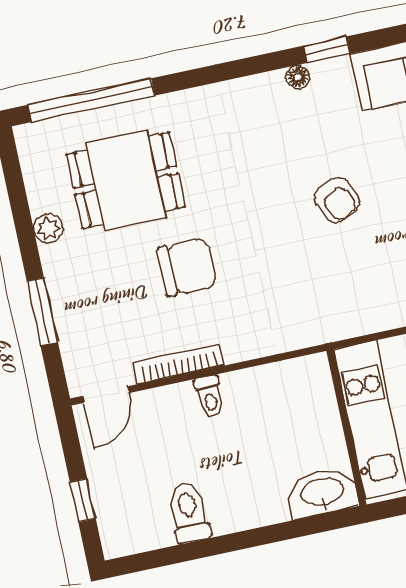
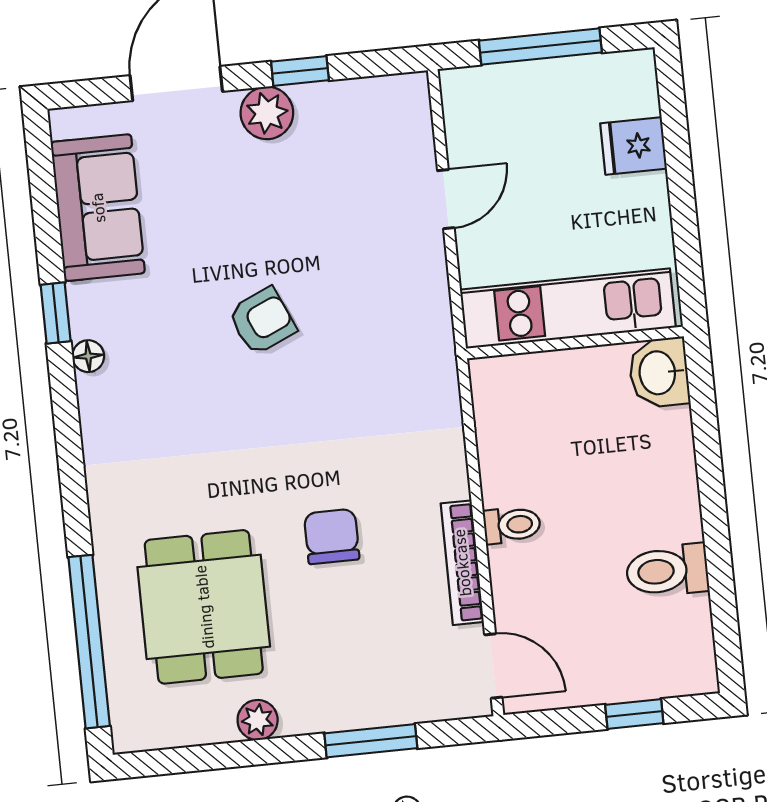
chair: (187, 267) -> (332, 536), width x0.73, depth x0.73
washbasin: (322, 493) -> (659, 373), width x0.72

